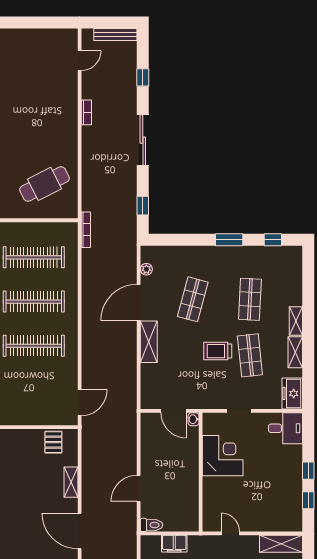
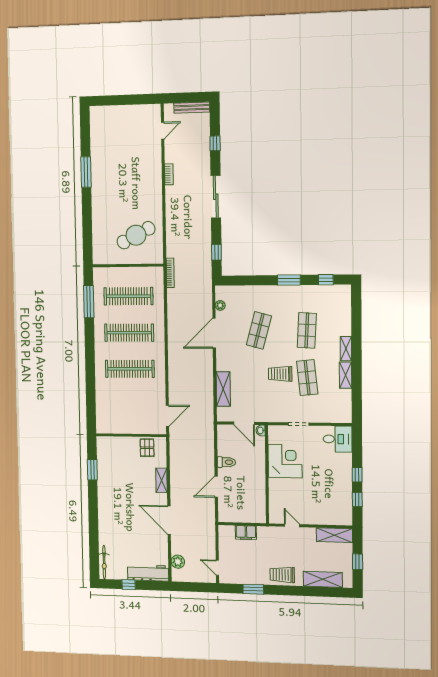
shelving: (149, 342) -> (223, 389), moved
freezer: (292, 393) -> (343, 410), removed
toilet: (151, 525) -> (226, 462), moved

